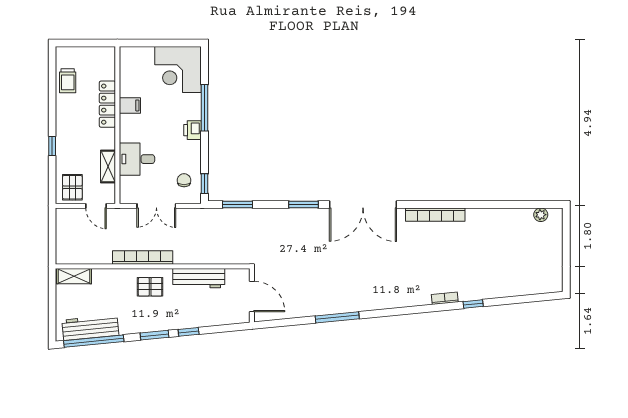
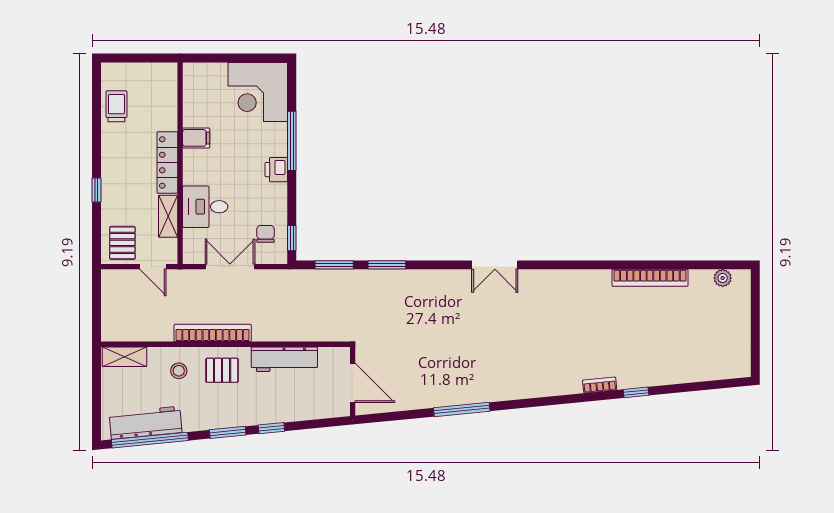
trolley: (68, 81) -> (116, 106), turned 180
locker: (107, 104) -> (167, 163), moved
window: (304, 204) -> (387, 265), moved
double door: (363, 204) -> (495, 265), width x0.54
double door: (156, 206) -> (230, 267), swing flipped
bookcase: (435, 215) -> (650, 278), moved
stool: (116, 287) -> (179, 371), added

